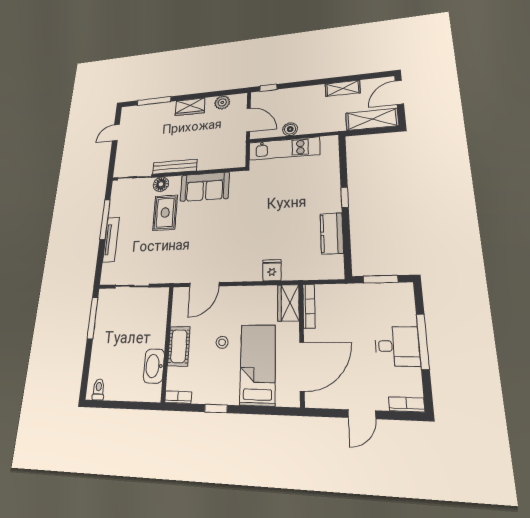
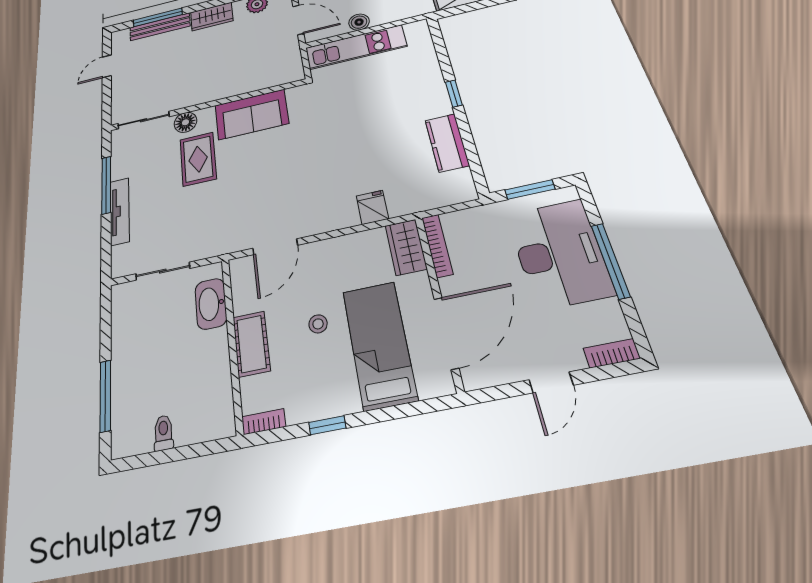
bench: (175, 167) -> (160, 27), moved
window: (93, 318) -> (105, 396), moved
desk: (397, 346) -> (559, 254), width x1.87, depth x1.30
washbasin: (154, 366) -> (211, 304), moved
toilet: (99, 389) -> (163, 433), moved

